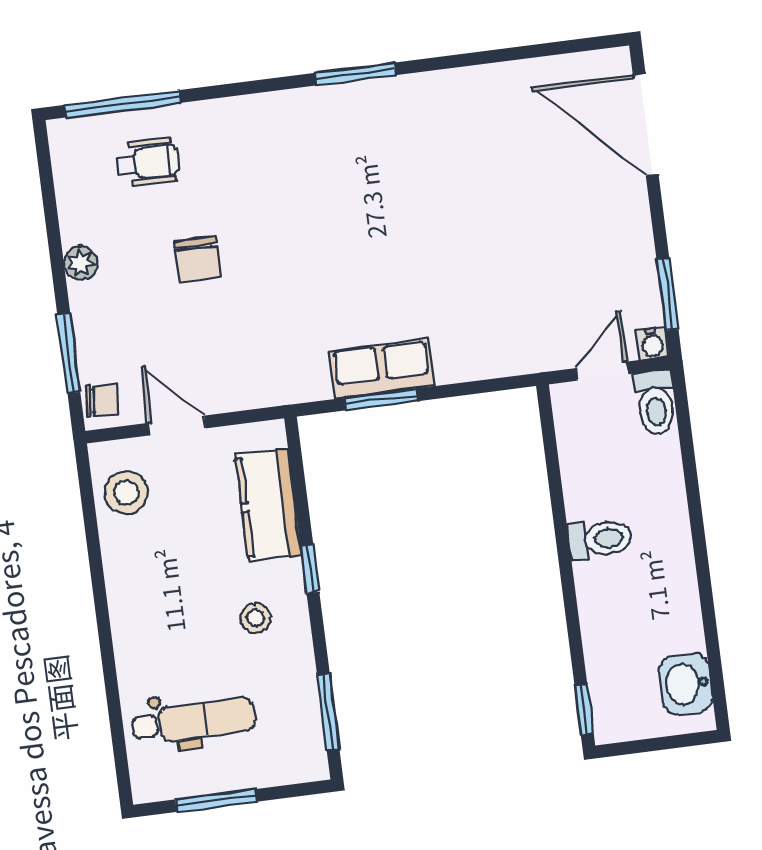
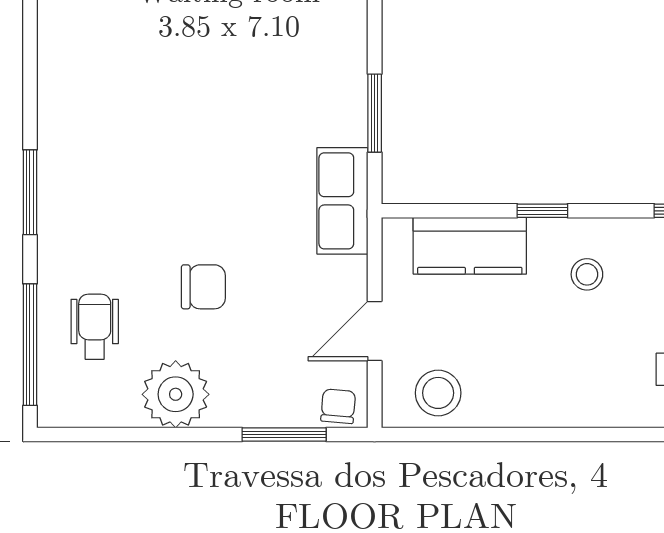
window: (355, 74) -> (30, 192), moved
plant: (81, 263) -> (176, 394), width x1.87, depth x1.87
row of seats: (382, 369) -> (342, 201), moved

